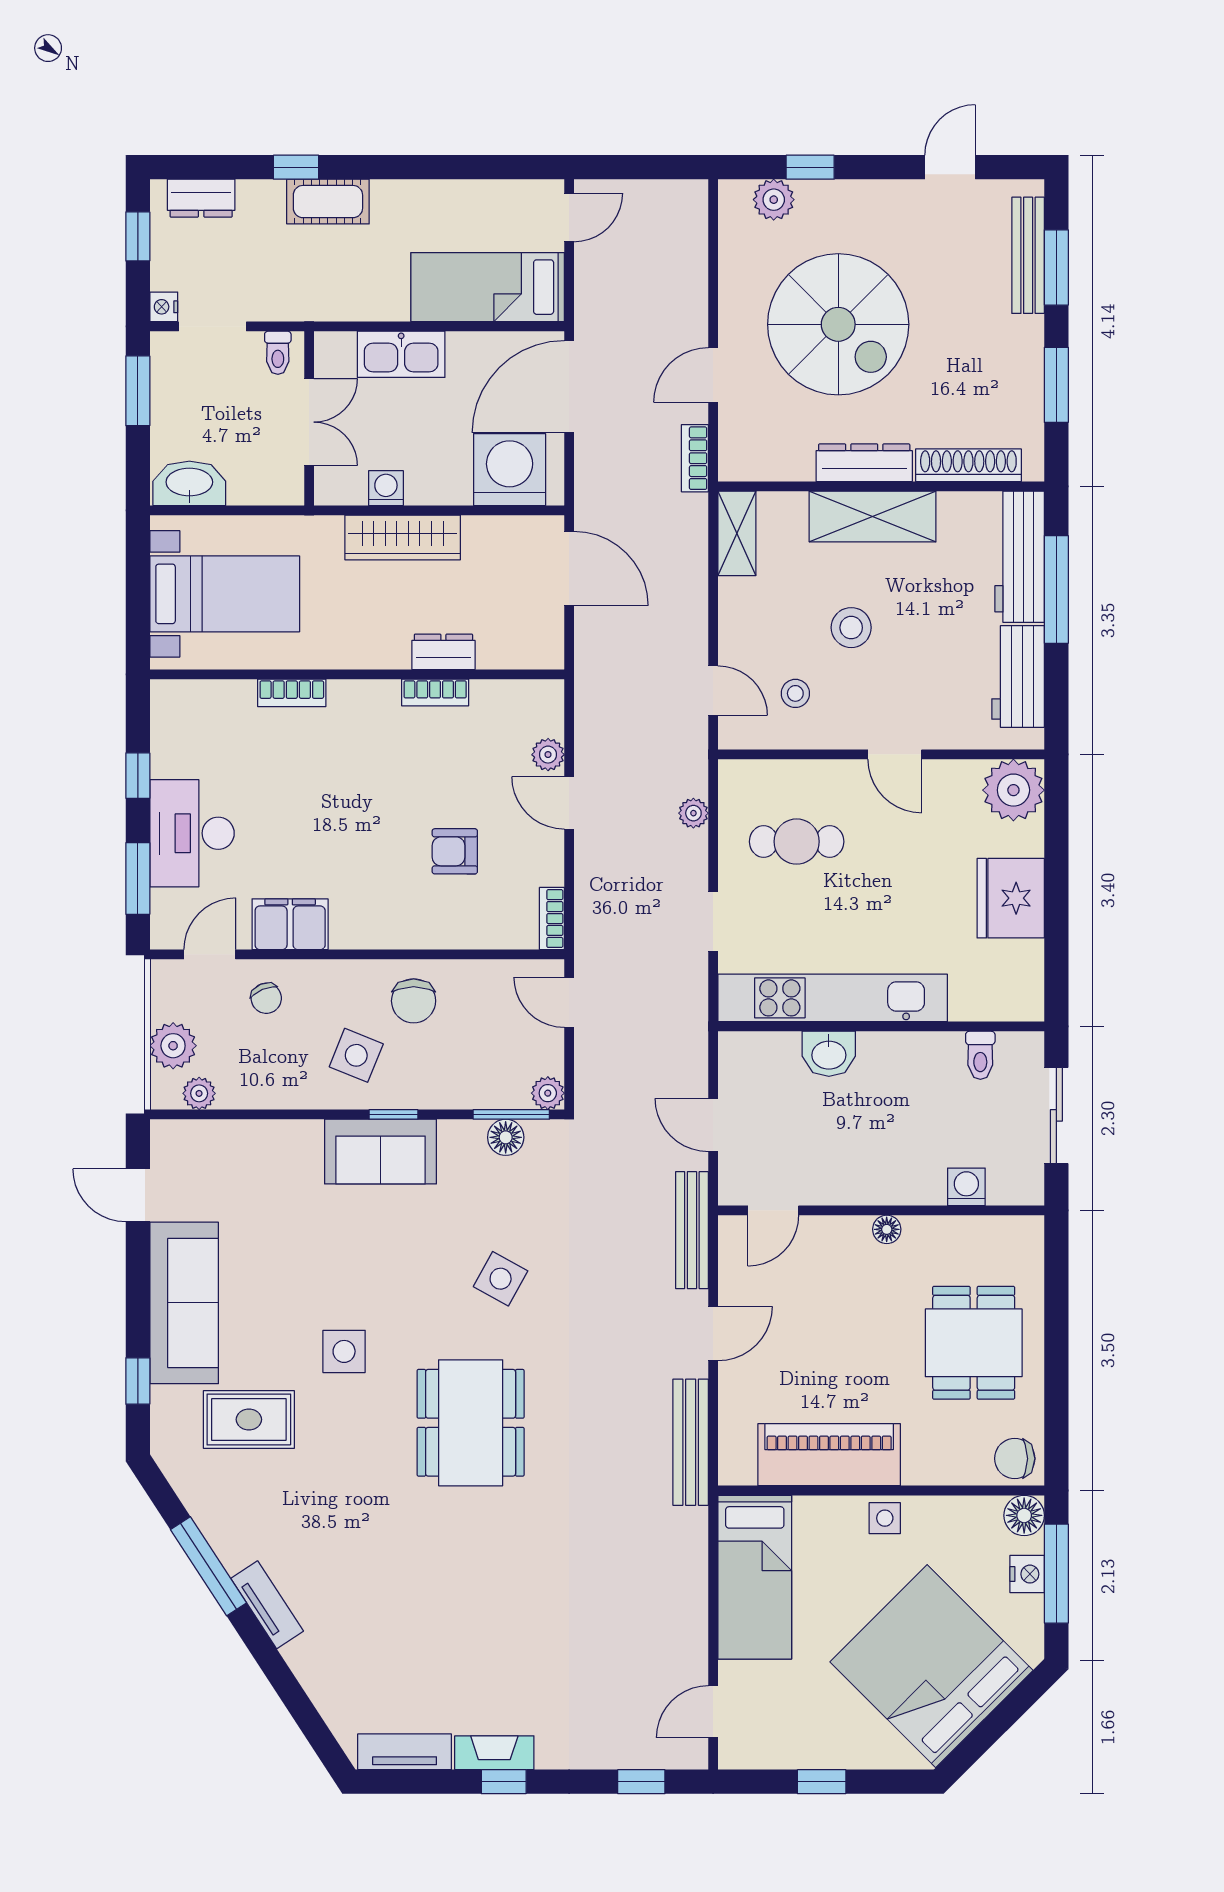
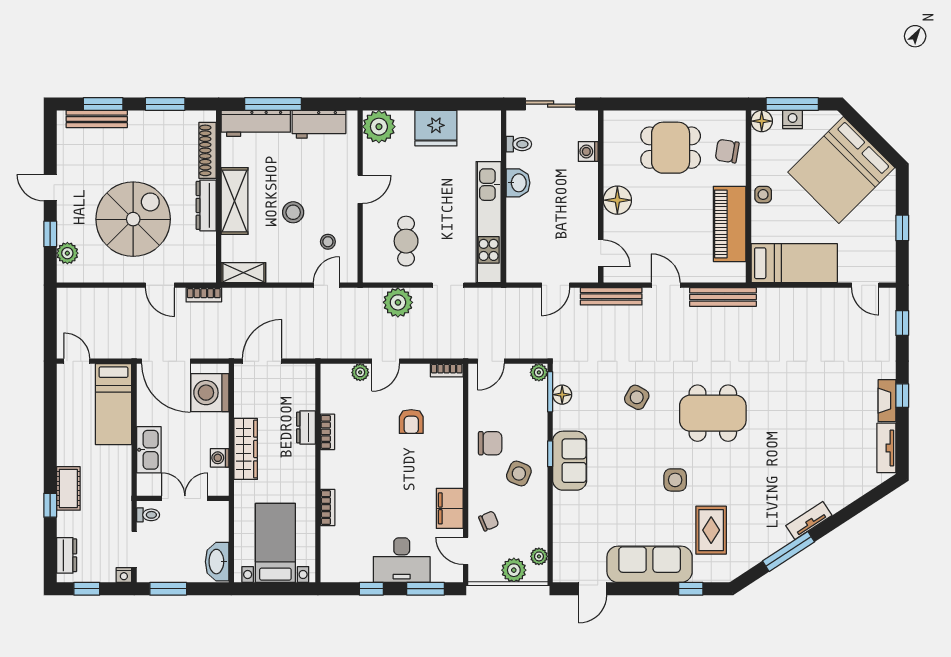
door: (950, 167) -> (50, 188), moved
plant: (693, 813) -> (398, 302), width x1.88, depth x1.88
washbasin: (829, 1054) -> (518, 183), moved
floor lamp: (887, 1229) -> (617, 200), width x1.89, depth x1.89
chair: (1015, 1459) -> (727, 151), moved, turned 99

